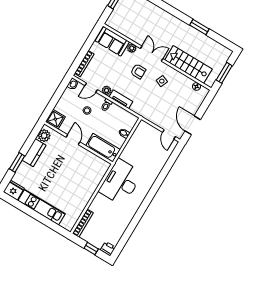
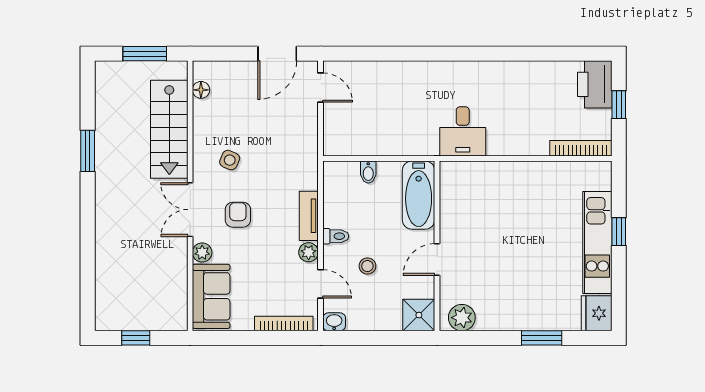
door: (169, 134) -> (321, 88), hinge flipped
kitchen counter: (34, 153) -> (505, 317), removed
desk: (121, 182) -> (463, 131), width x0.53, depth x0.77
window: (41, 218) -> (619, 232), added
printer: (108, 249) -> (595, 84), width x1.87, depth x1.48

